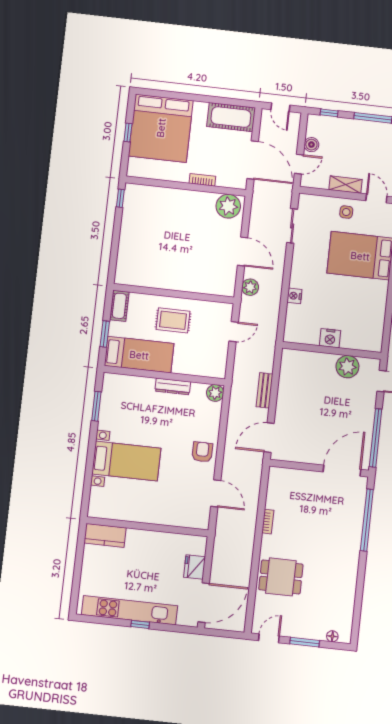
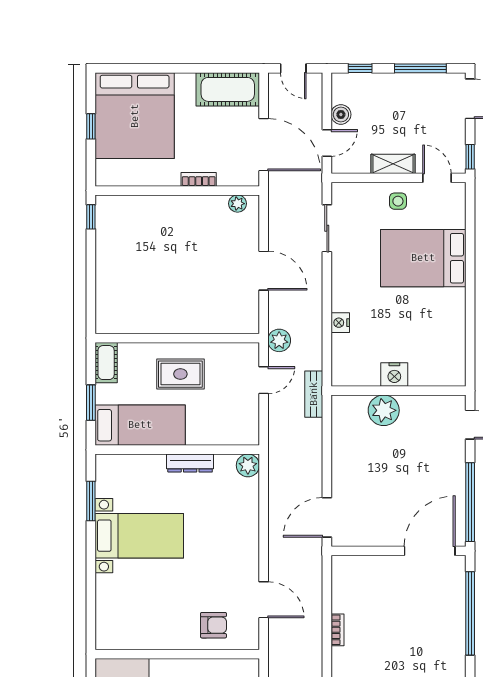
plant: (228, 206) -> (238, 204), width x0.53, depth x0.53
plant: (250, 287) -> (279, 340), moved
plant: (347, 367) -> (384, 410), moved
bench: (264, 390) -> (314, 394), moved
armchair: (202, 452) -> (213, 625), moved, turned 90
bed with nightstands: (126, 461) -> (139, 536), moved

